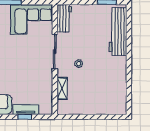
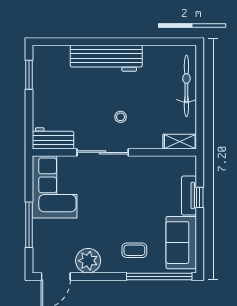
workbench: (118, 32) -> (106, 58), moved
shelving: (62, 88) -> (180, 142), moved
bicycle: (99, 108) -> (186, 86), added

